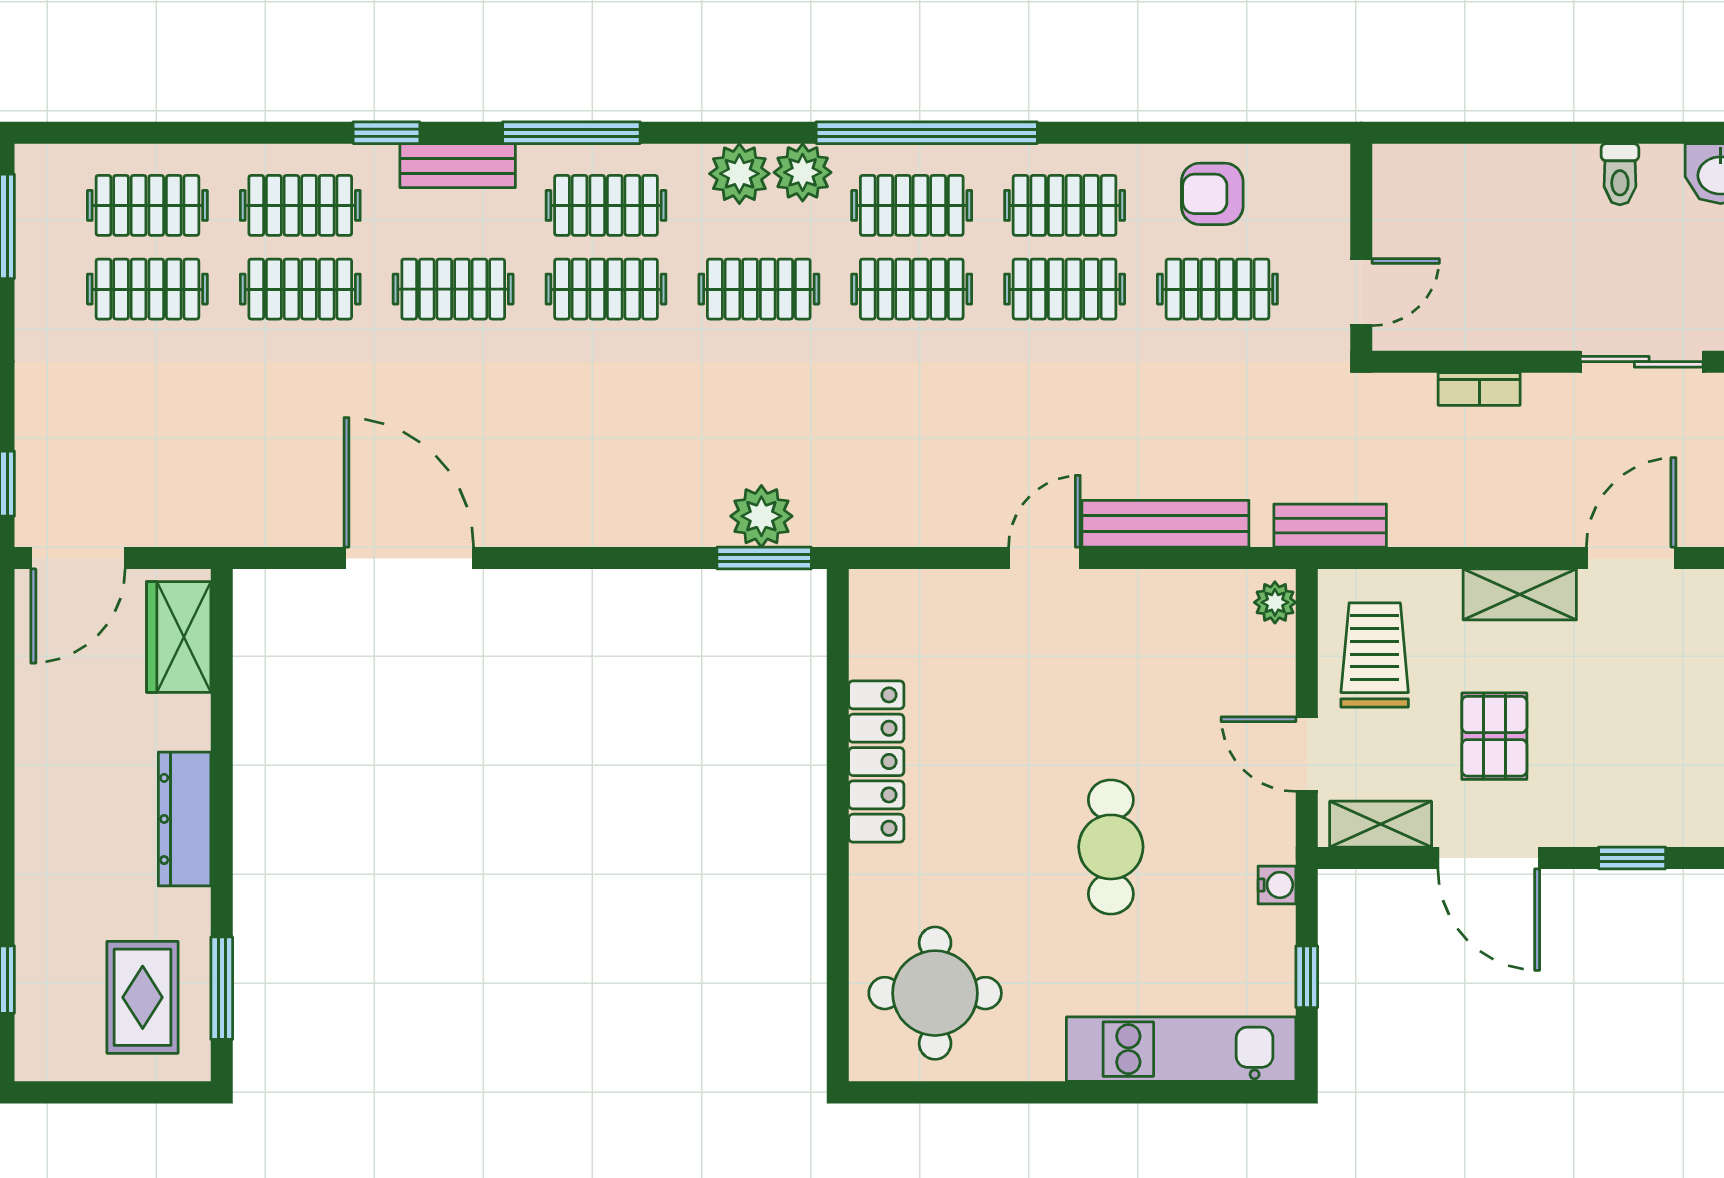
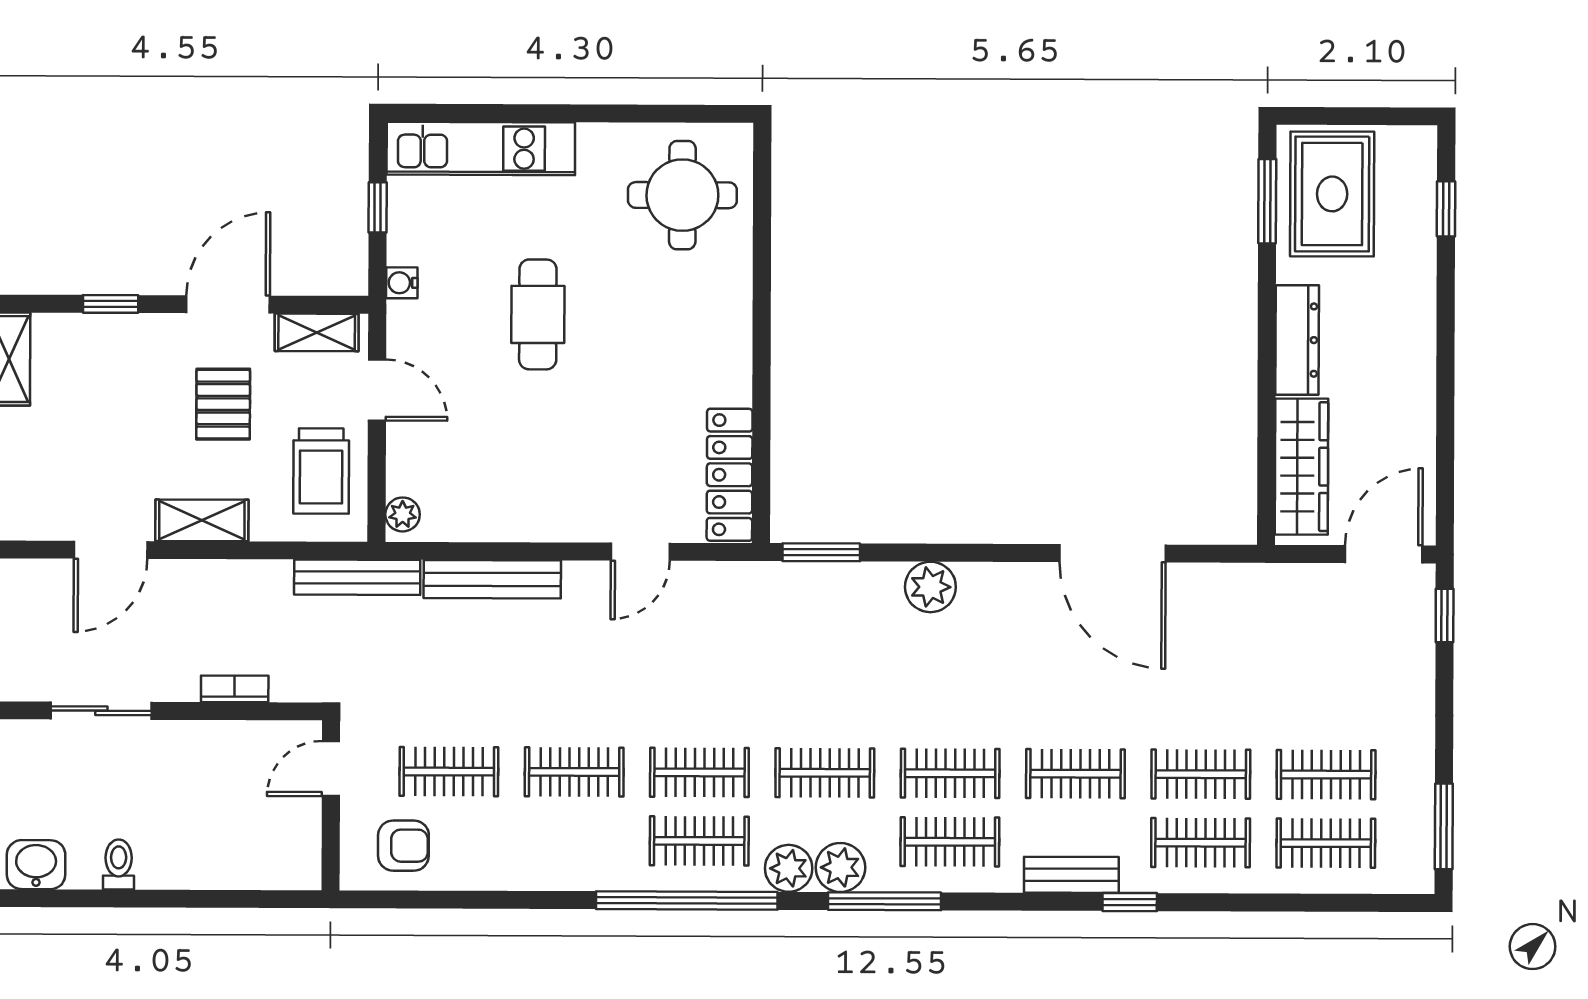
window: (571, 133) -> (884, 901), moved
armchair: (1212, 194) -> (403, 846), moved
clothes rail: (1065, 205) -> (574, 841), removed
plant: (761, 516) -> (930, 587), moved
bench: (1330, 526) -> (357, 577), width x1.36
door: (1044, 558) -> (640, 552), moved
wardrobe: (179, 637) -> (1302, 467), width x1.50
locker: (876, 762) -> (730, 475), moved
door: (1489, 858) -> (228, 304), hinge flipped
rug: (143, 997) -> (1332, 194), width x1.36, depth x1.43

